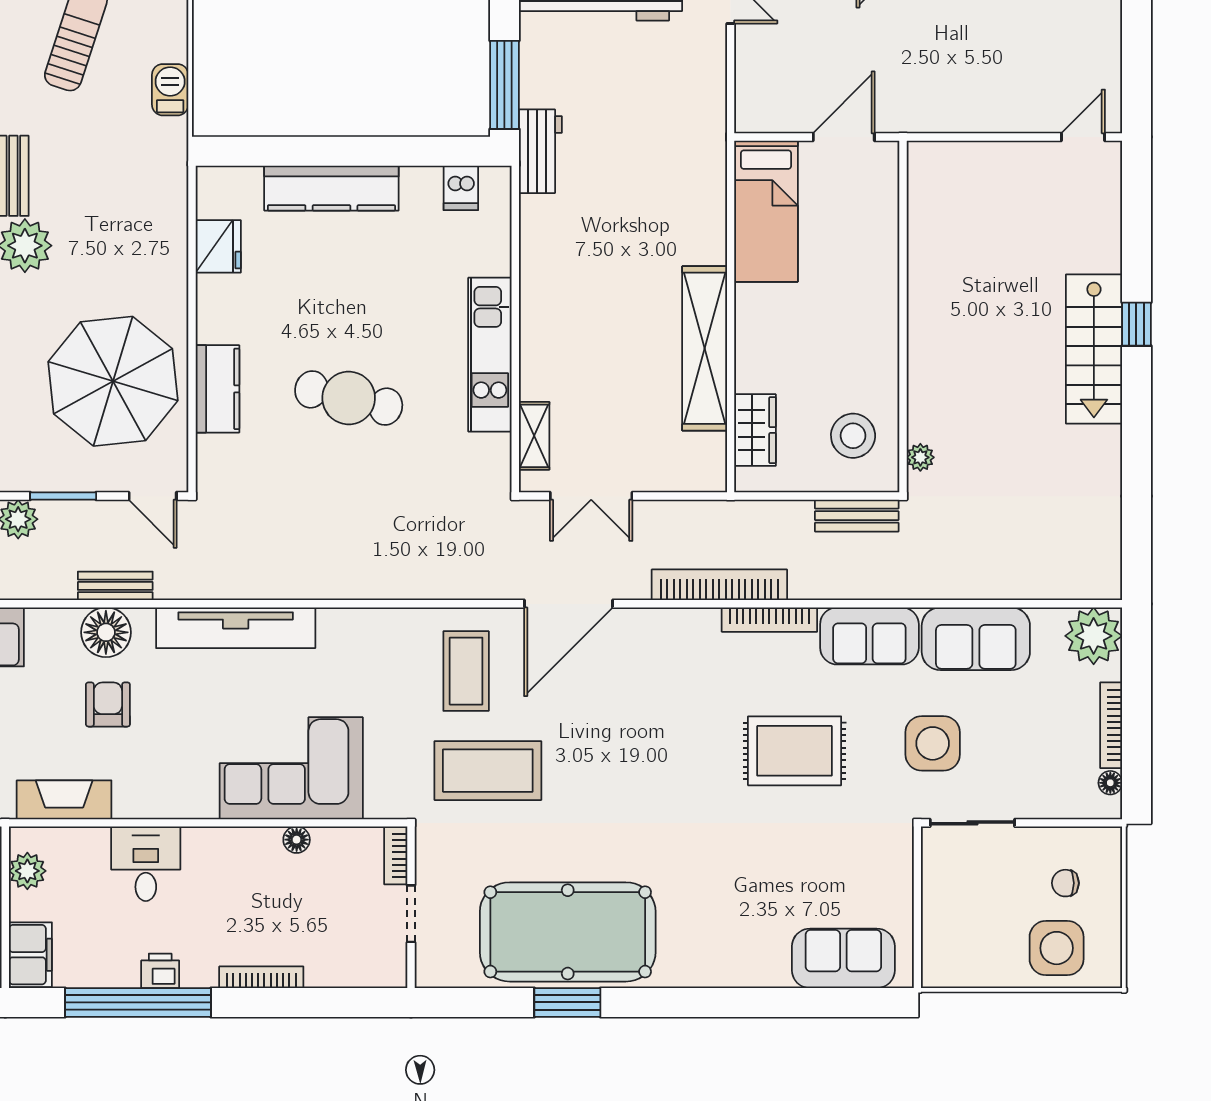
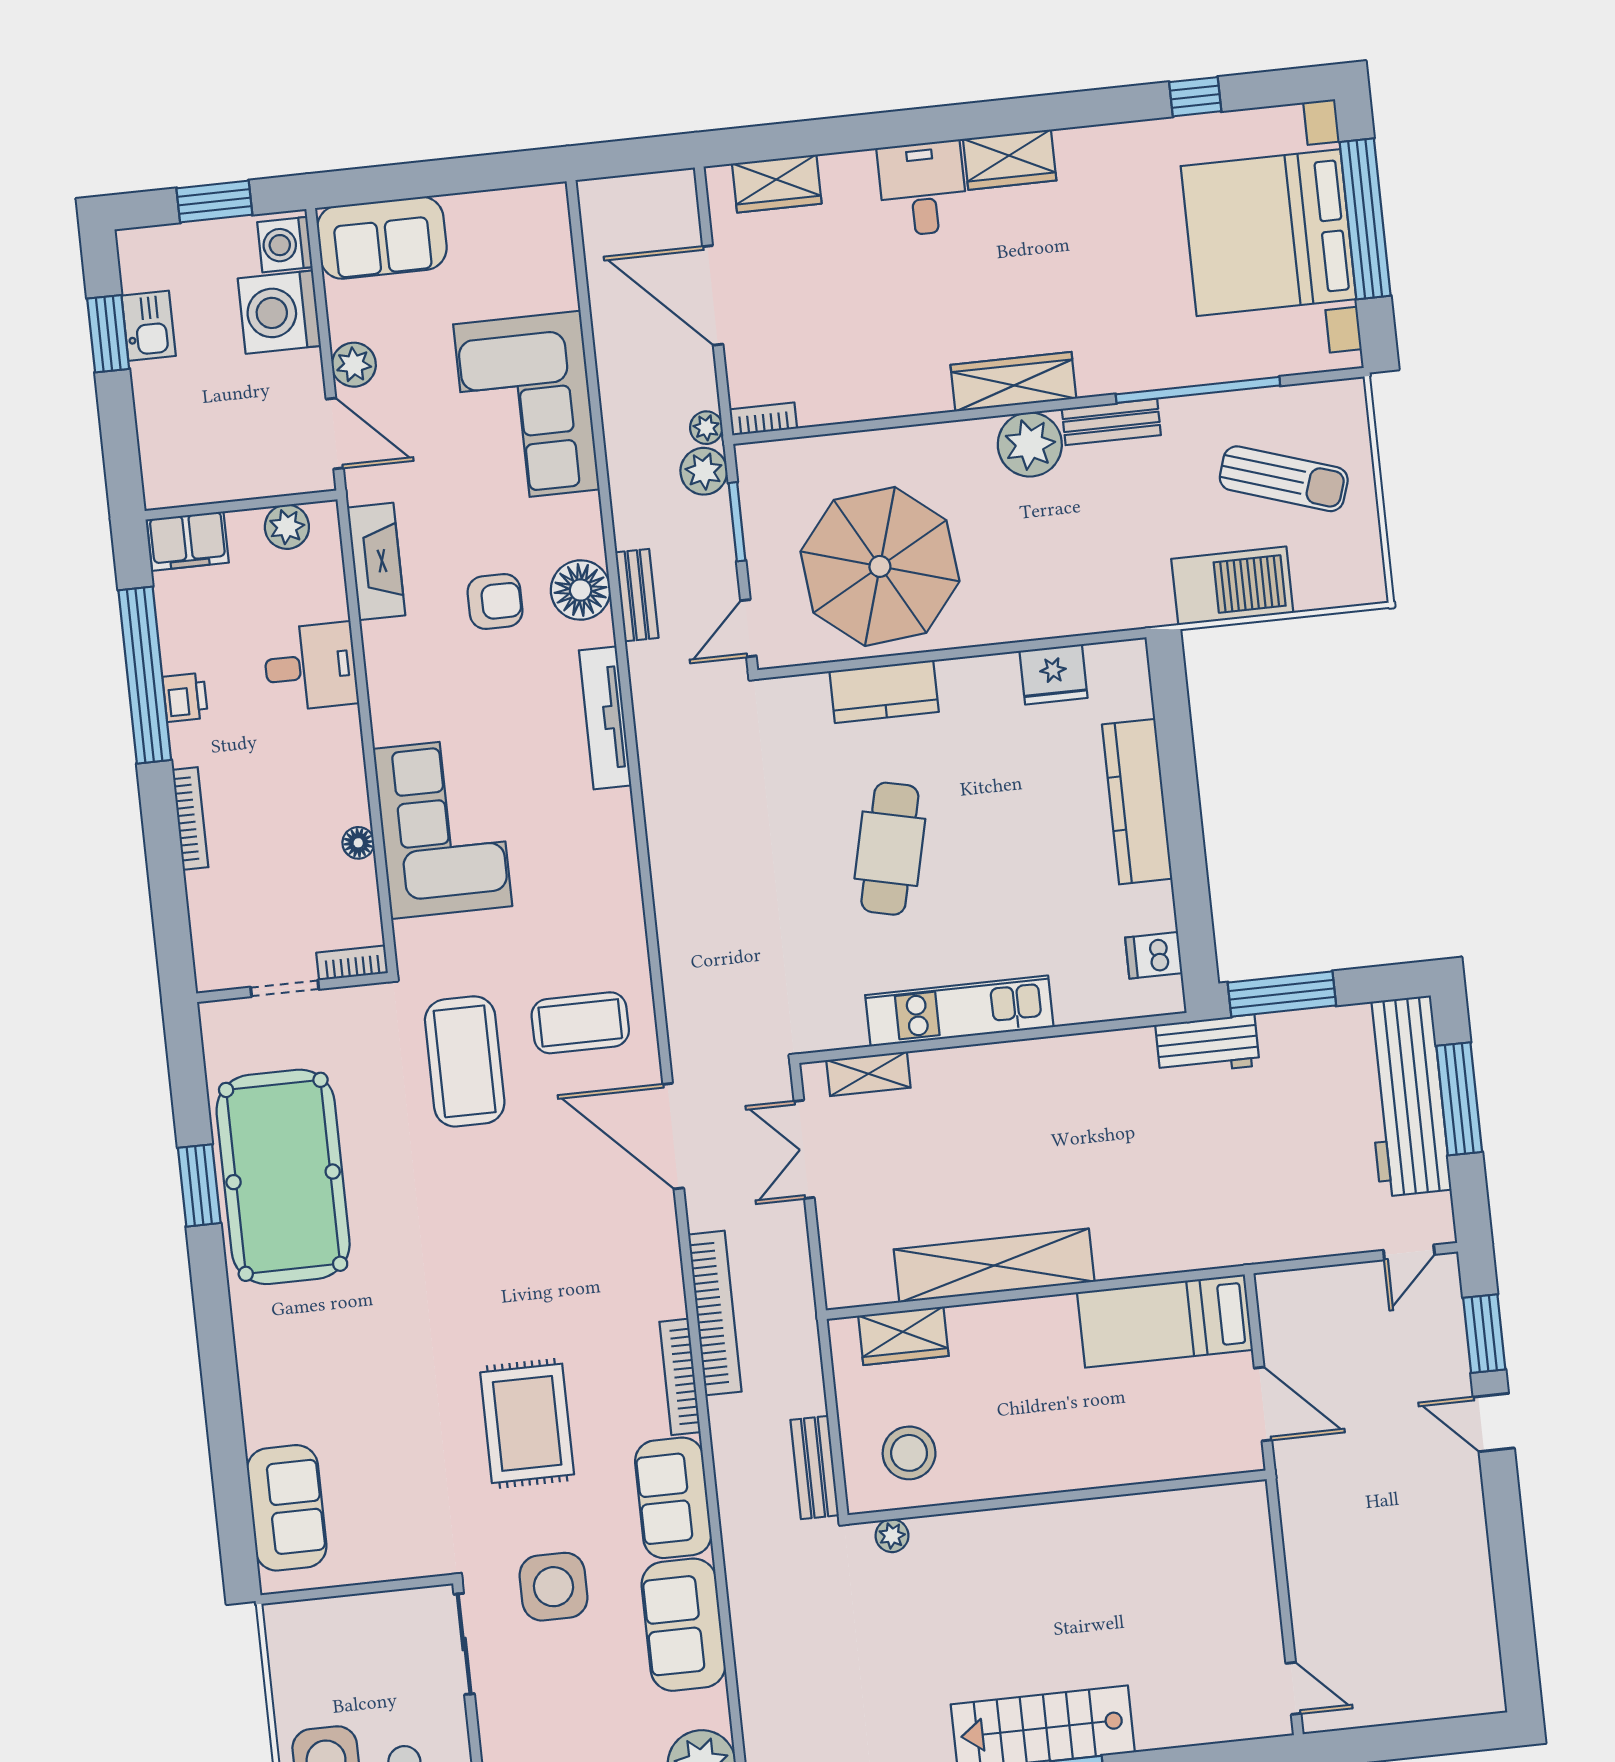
barbecue: (170, 90) -> (1232, 586), width x1.88, depth x1.53
tv unit: (236, 628) -> (605, 718), width x0.73, depth x0.78

